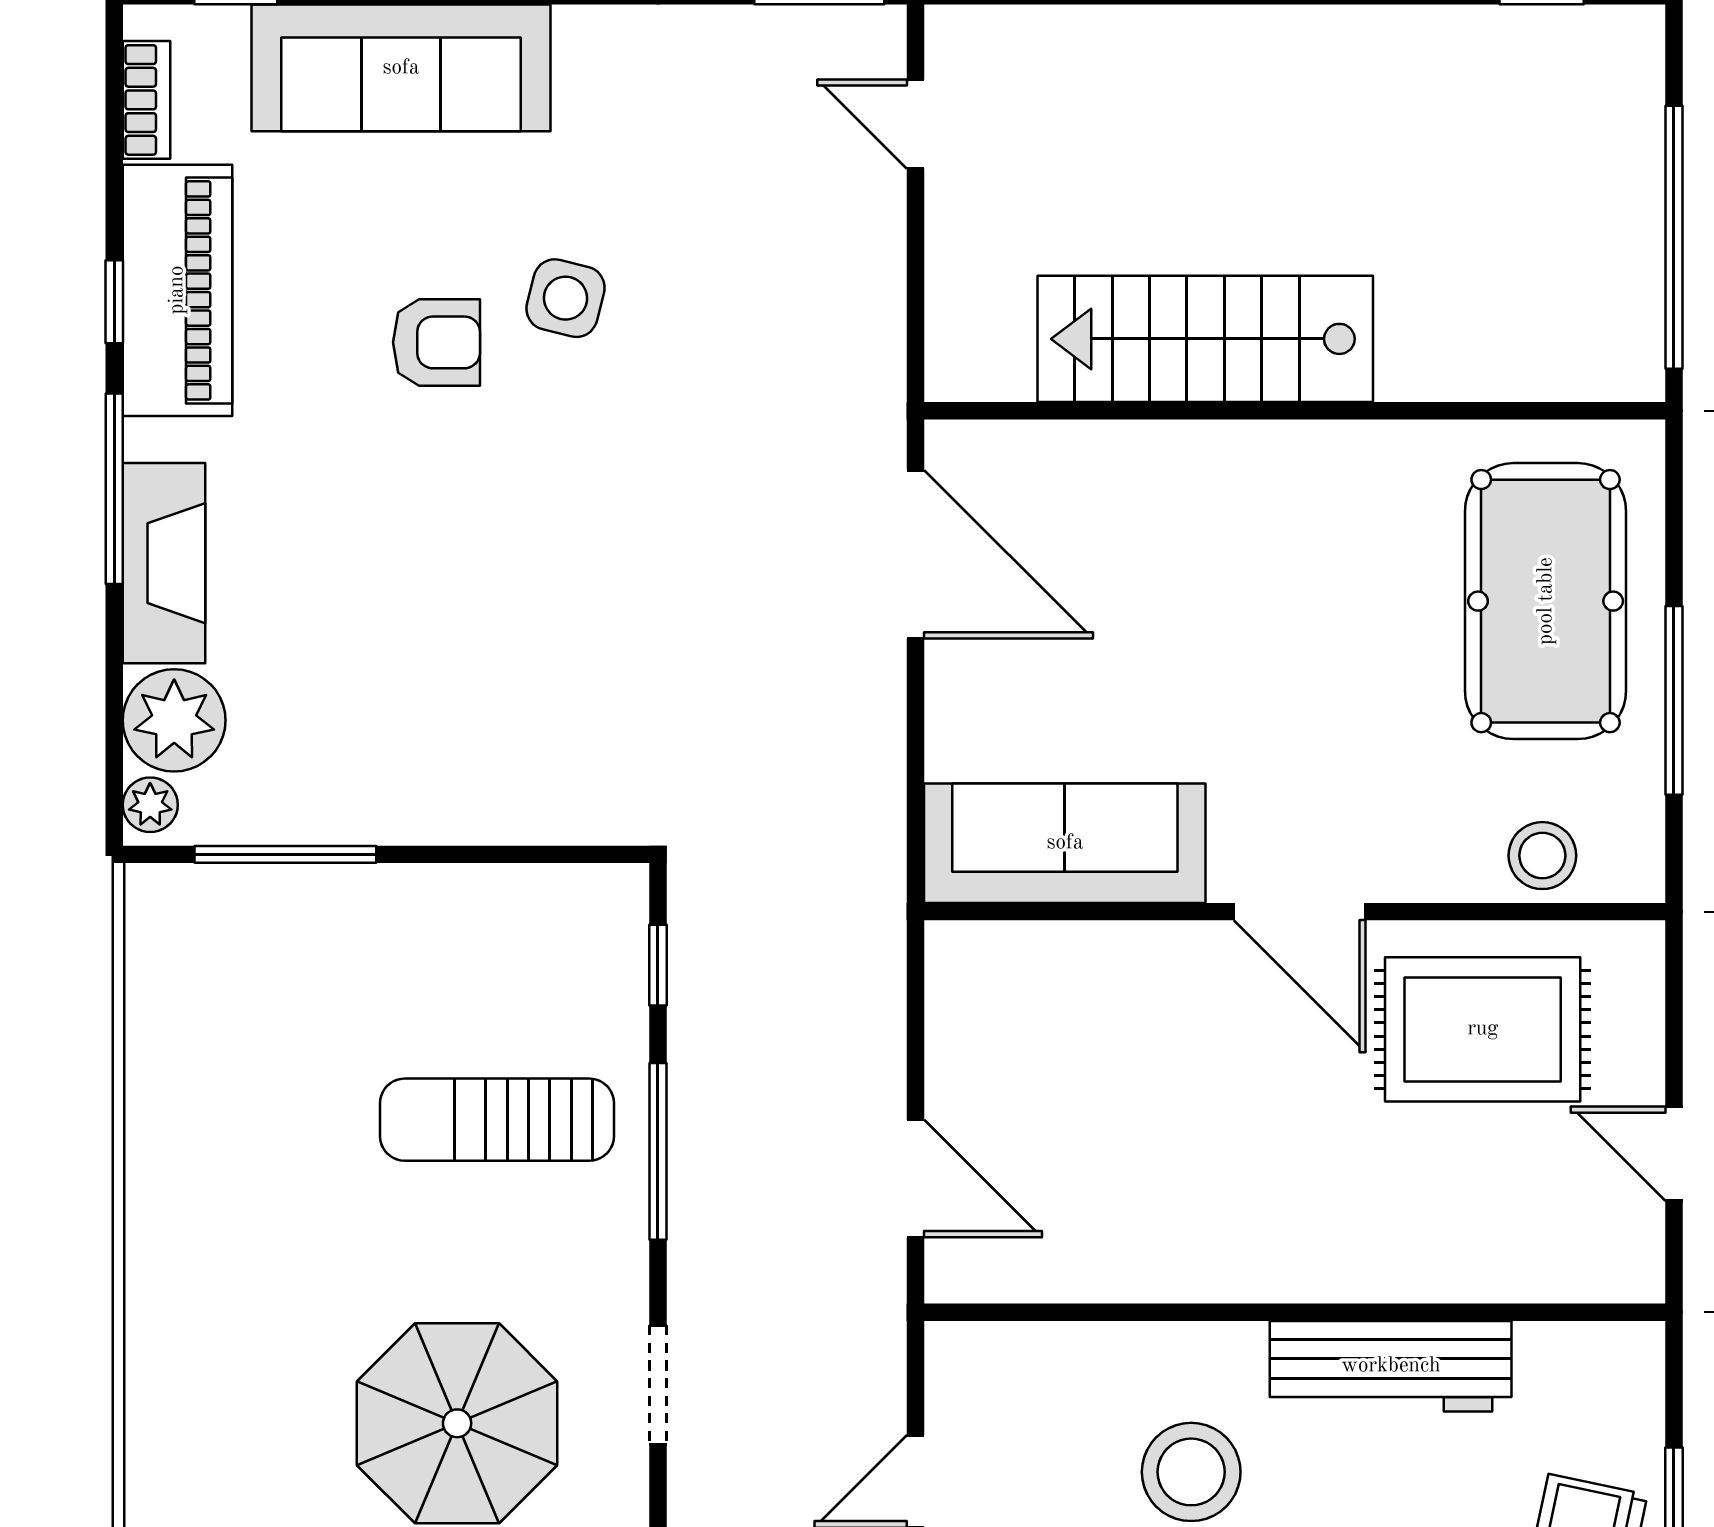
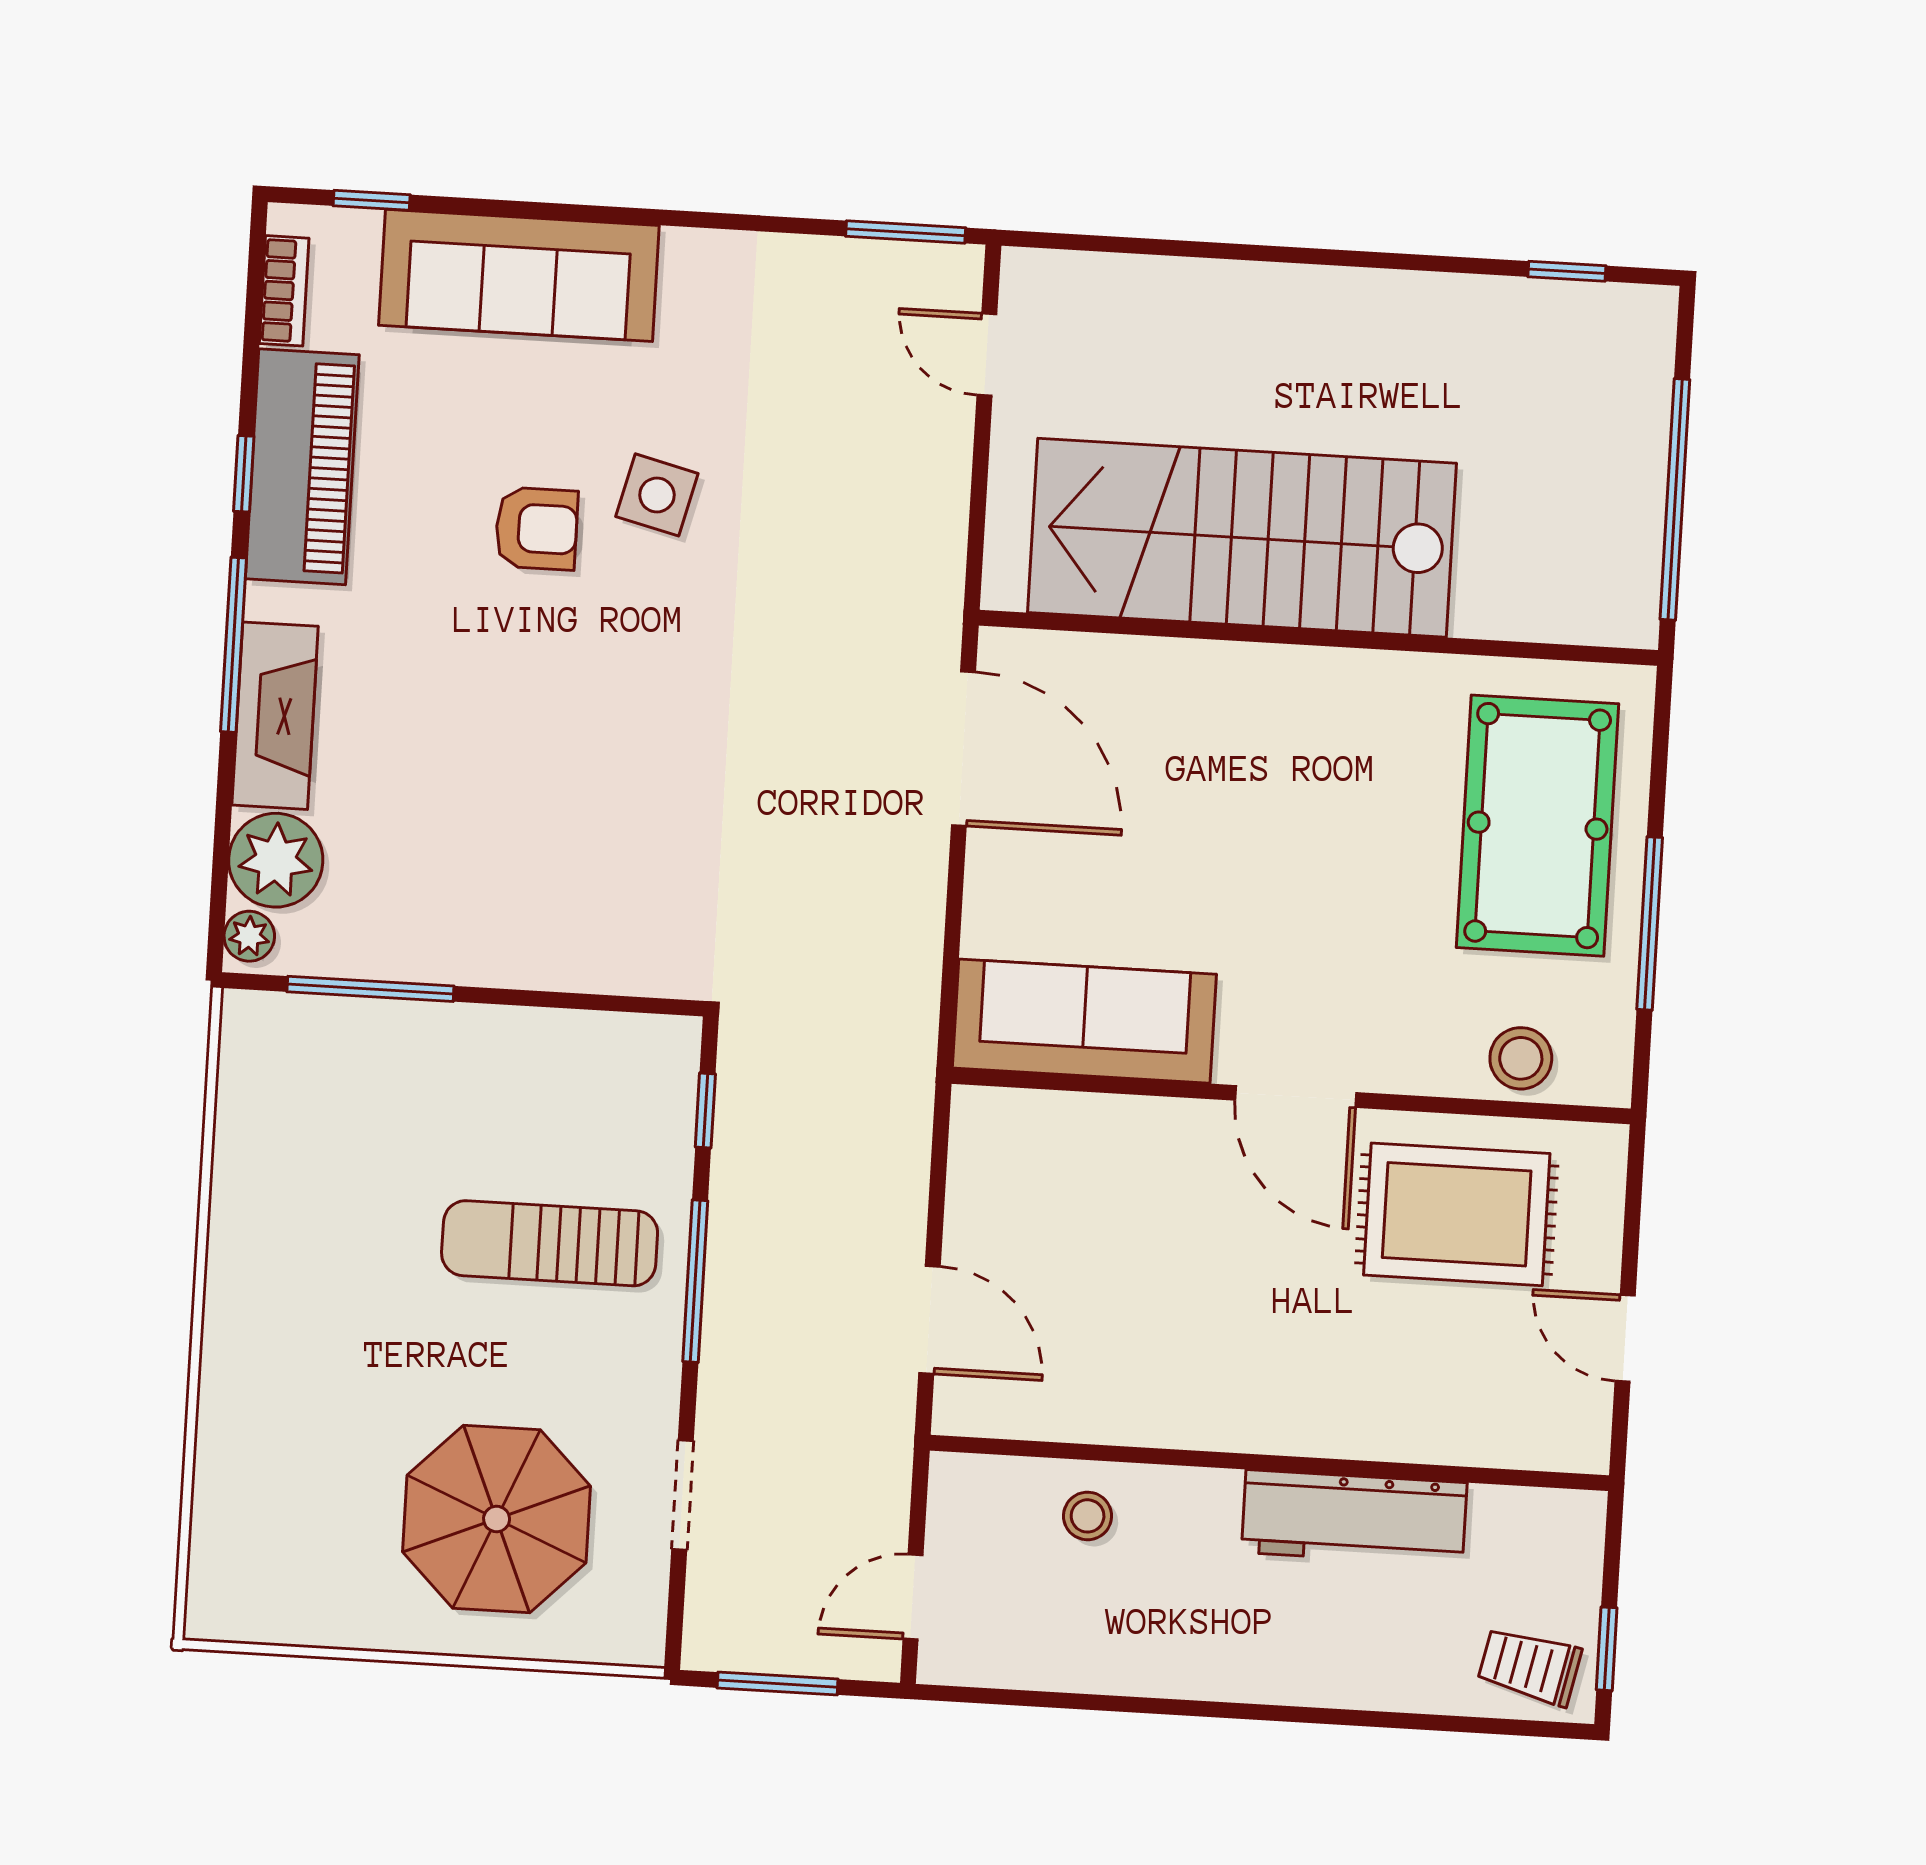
stairs: (1205, 339) -> (1242, 538), width x1.36, depth x1.51
stool: (1191, 1472) -> (1088, 1516), moved, width x0.53, depth x0.53

